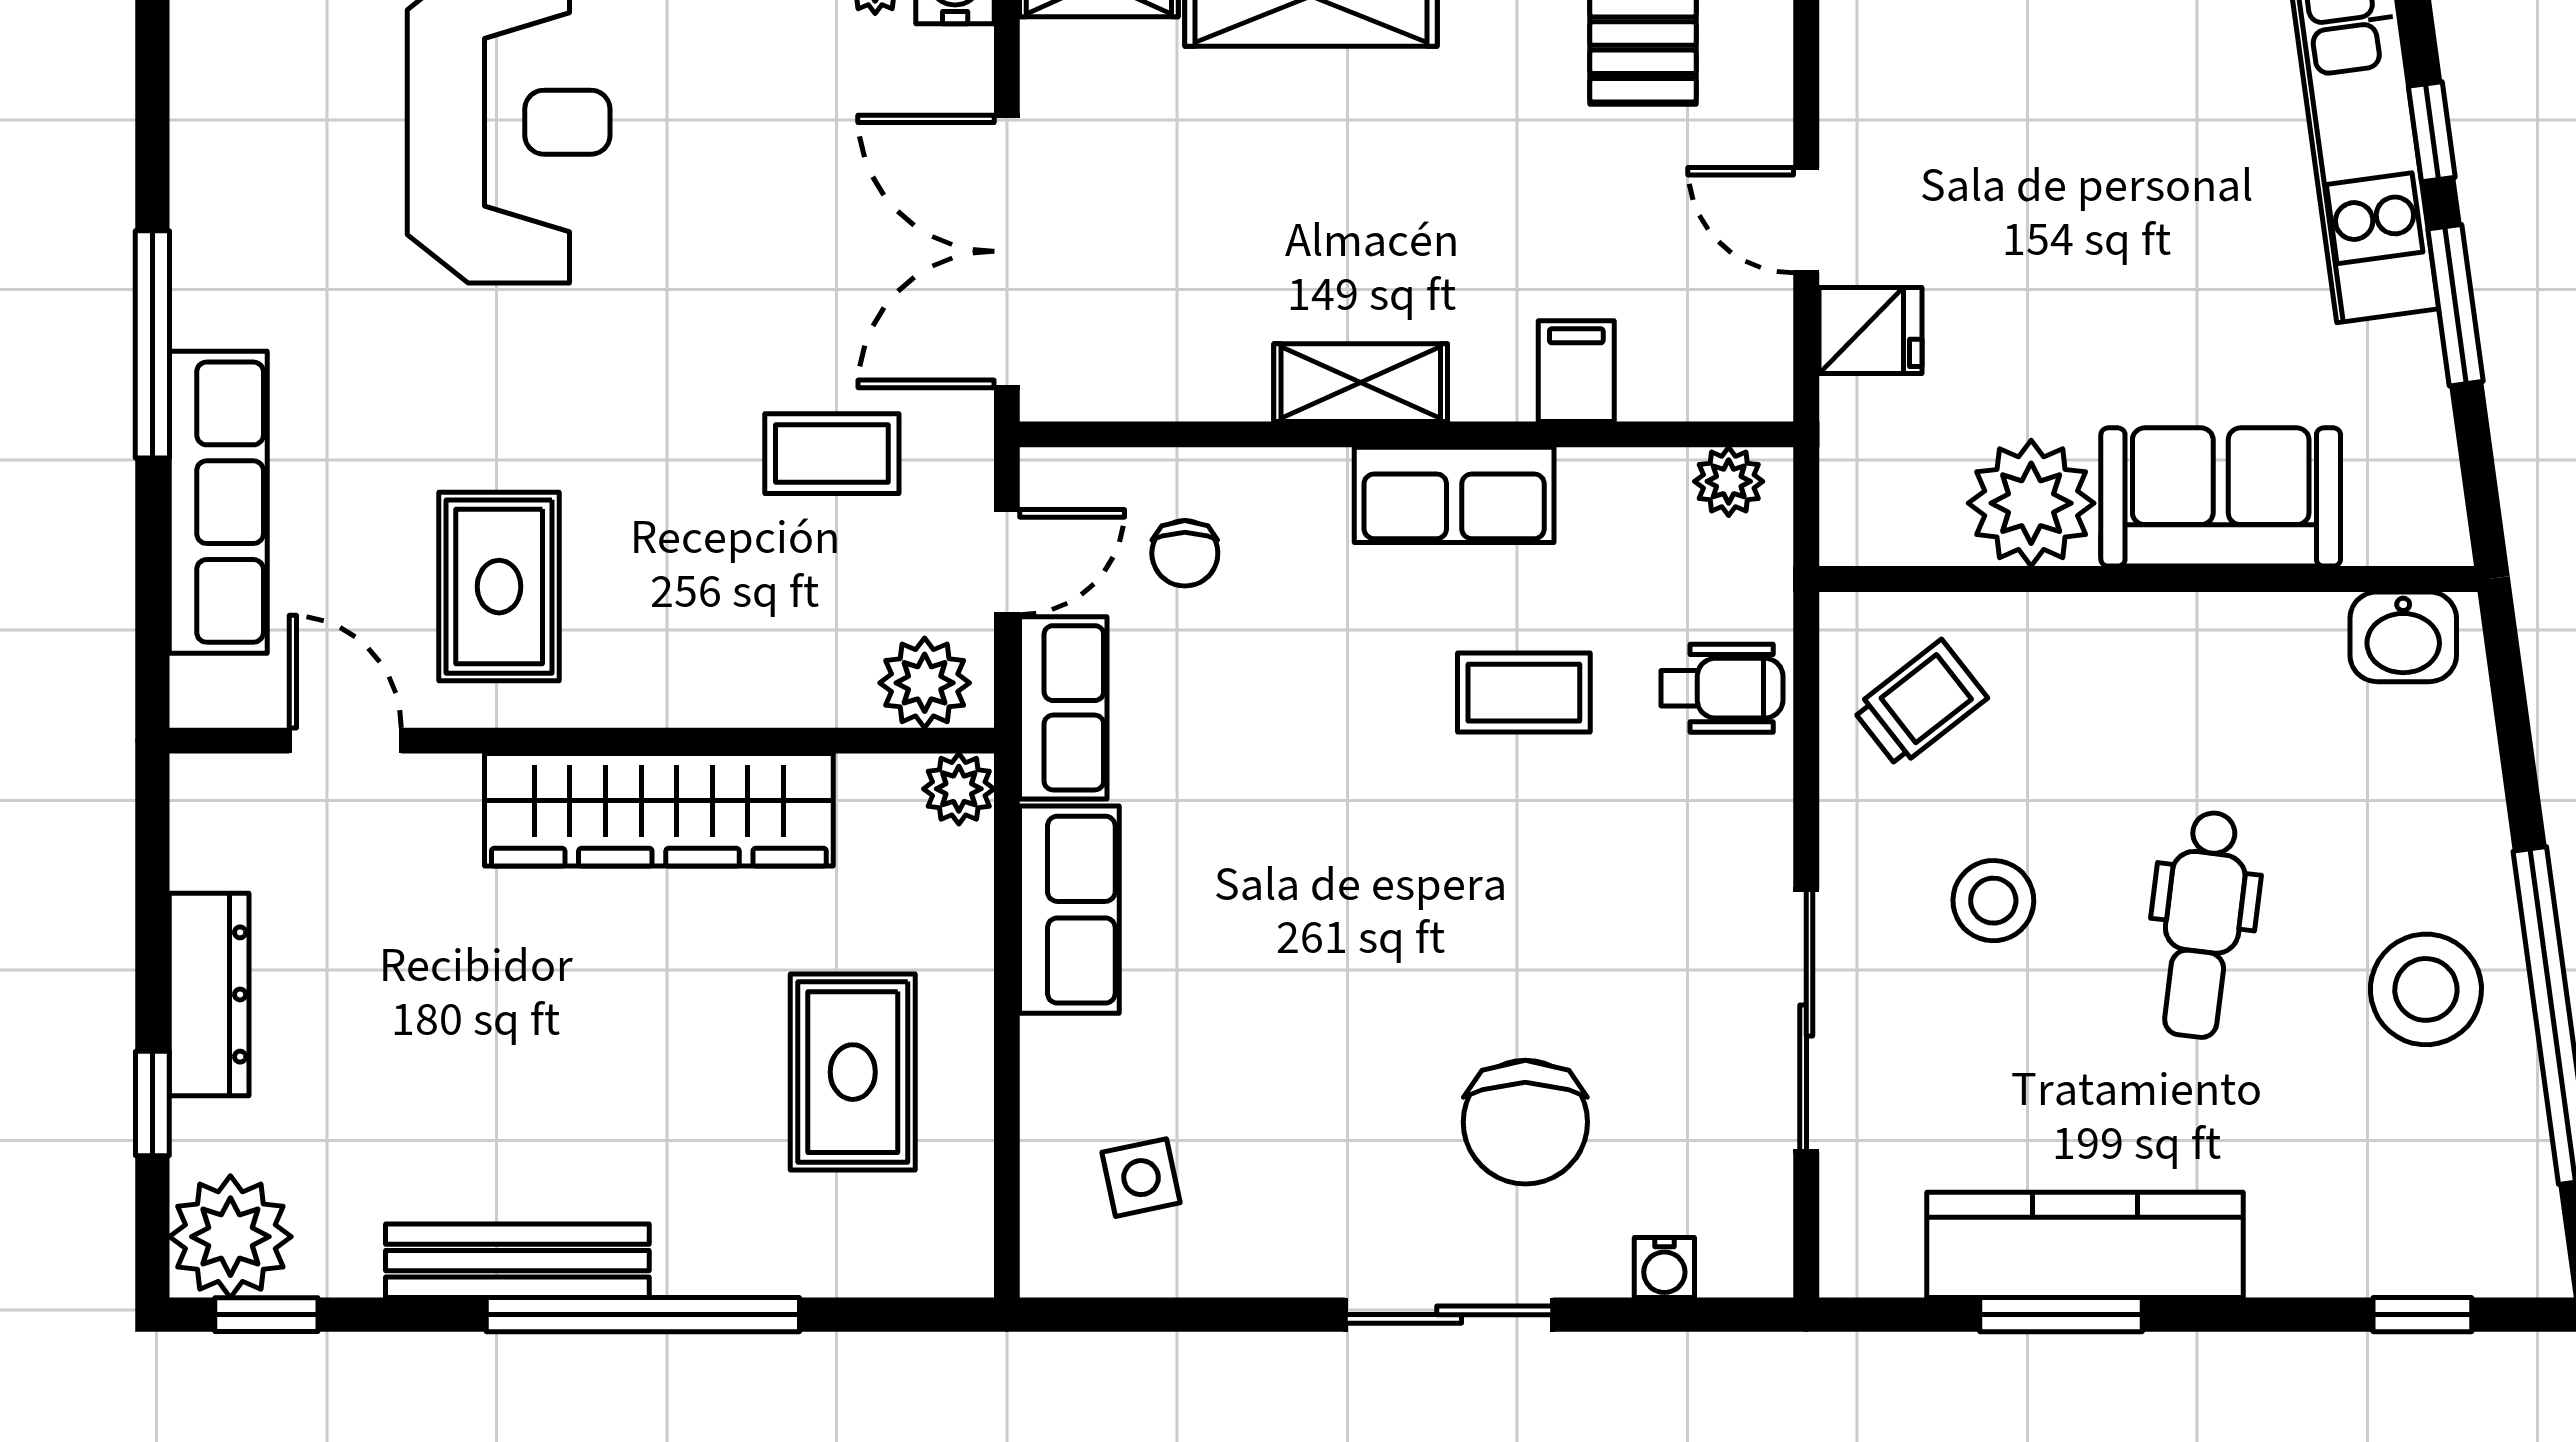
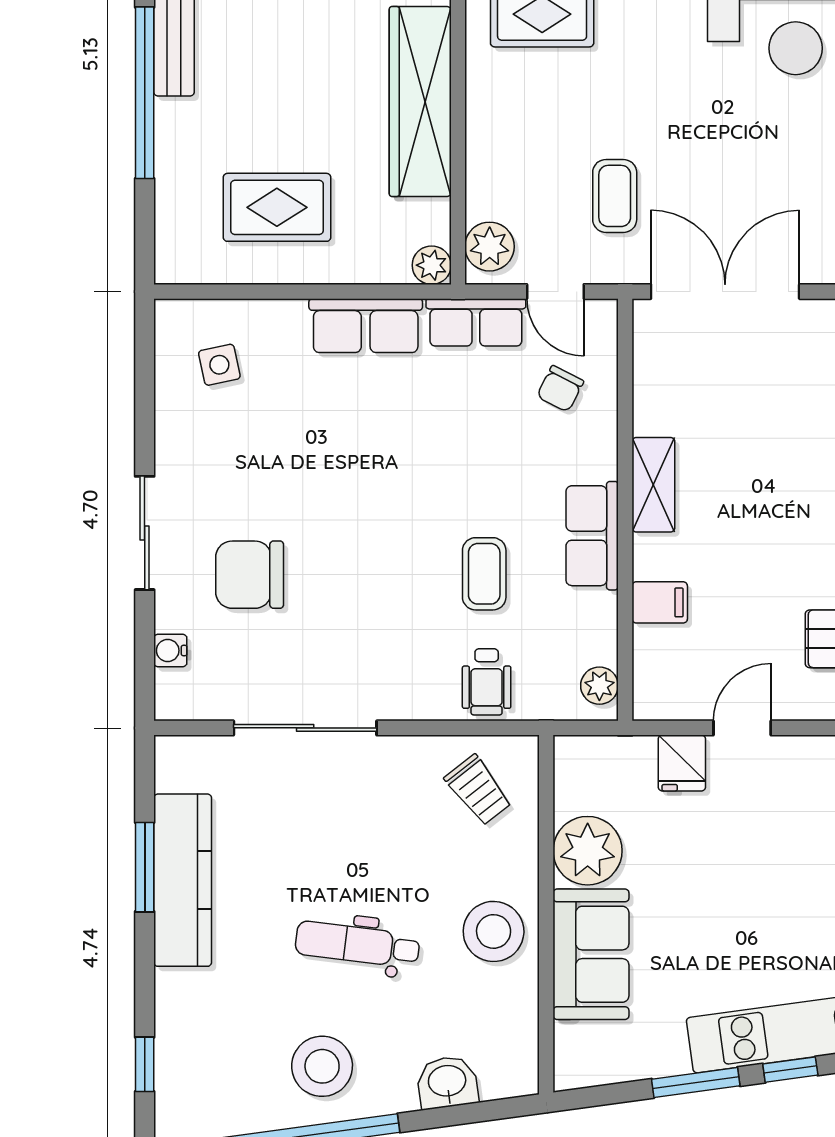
chair: (1185, 553) -> (560, 389), turned -63
washbasin: (2403, 637) -> (447, 1082), moved, turned 82
stool: (1993, 901) -> (494, 931), moved, width x1.38, depth x1.38

